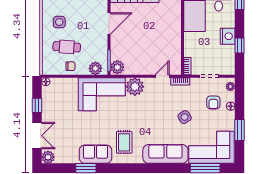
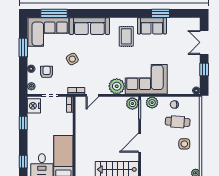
nightstand: (228, 36) -> (34, 106), moved
plant: (48, 157) -> (194, 23), removed

